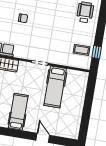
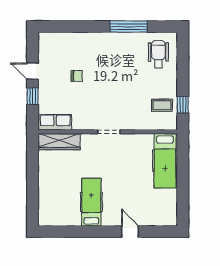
hospital bed: (55, 87) -> (165, 161), moved

